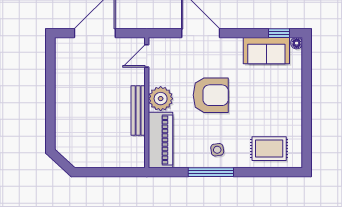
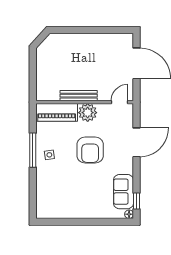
door: (147, 56) -> (120, 102), hinge flipped
rug: (269, 149) -> (50, 194), removed

